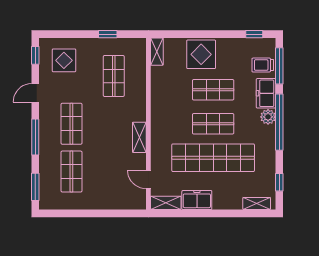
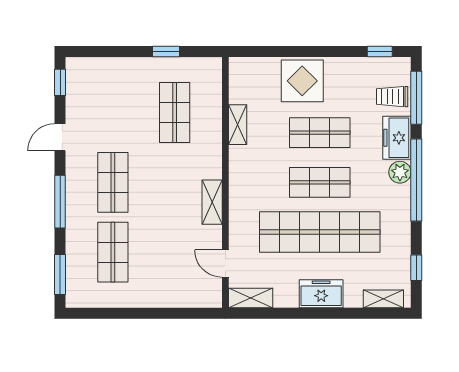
shelving: (157, 52) -> (238, 125), moved
display table: (64, 60) -> (102, 90), removed
freezer: (197, 200) -> (321, 294), moved

